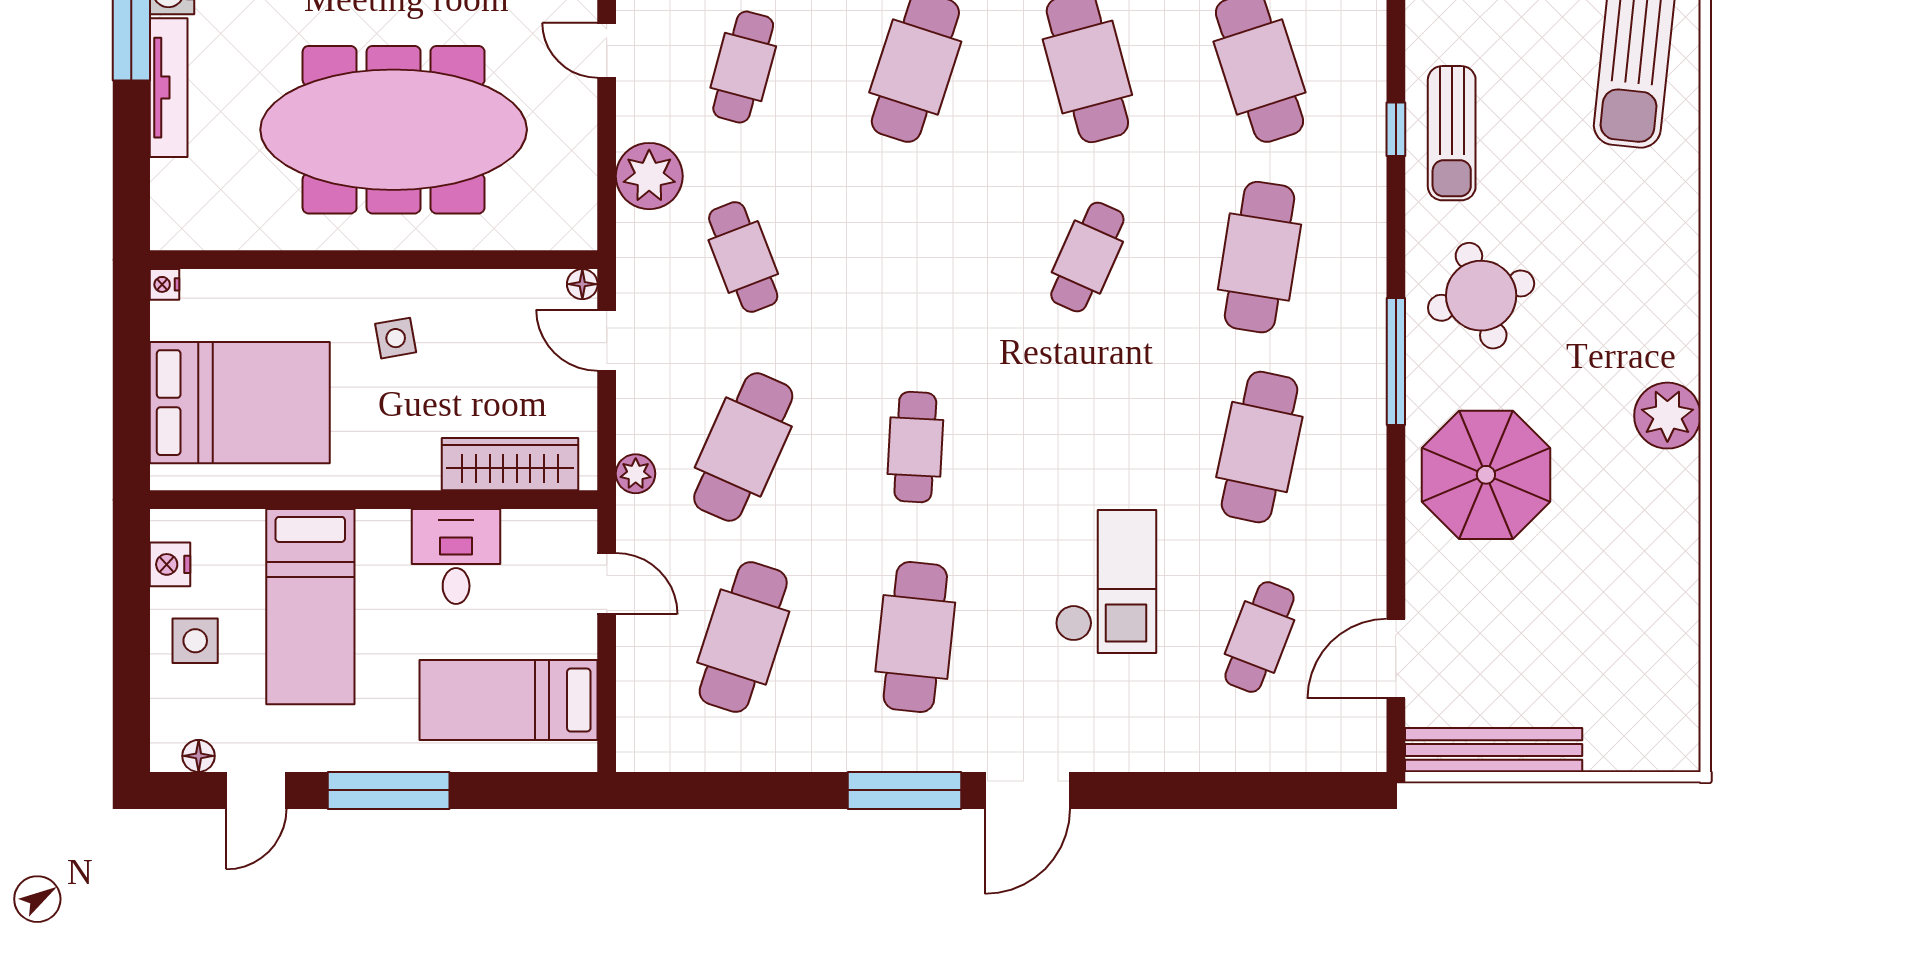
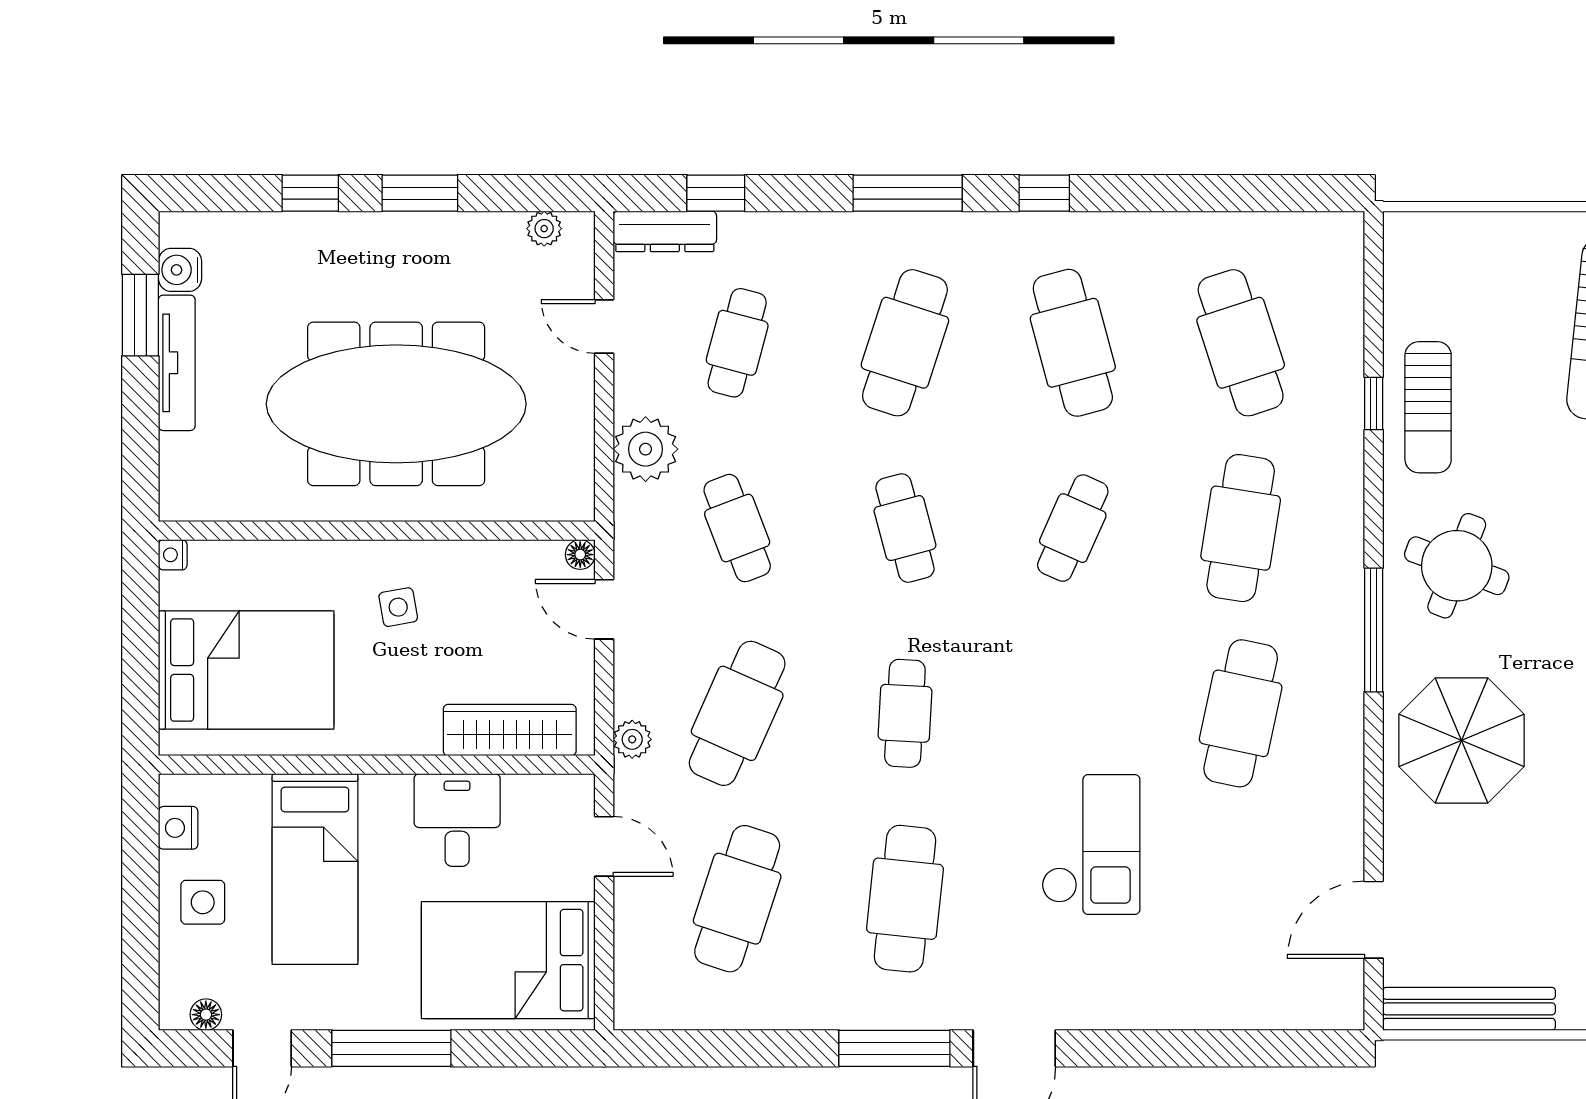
round table: (1481, 296) -> (1457, 566), turned 38
cafe table: (1259, 637) -> (905, 528), moved, turned -36
bed: (509, 700) -> (508, 960), width x1.50

